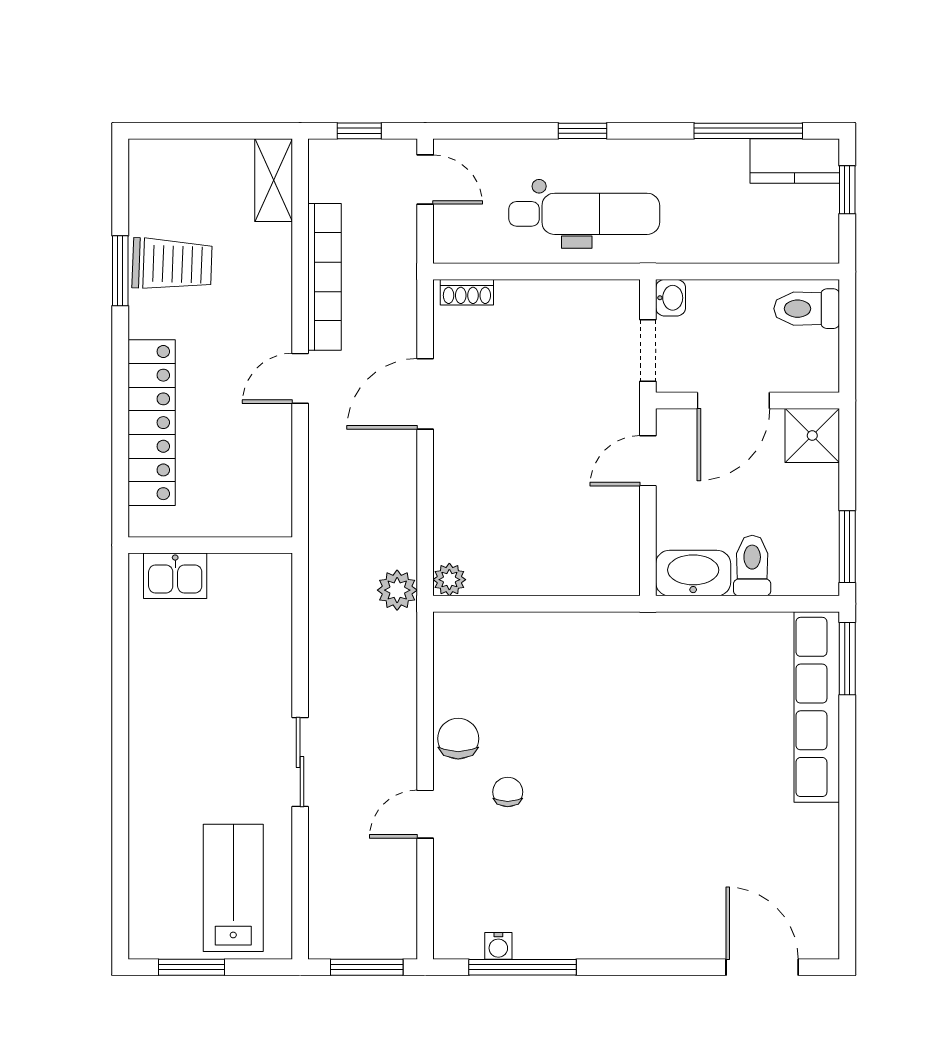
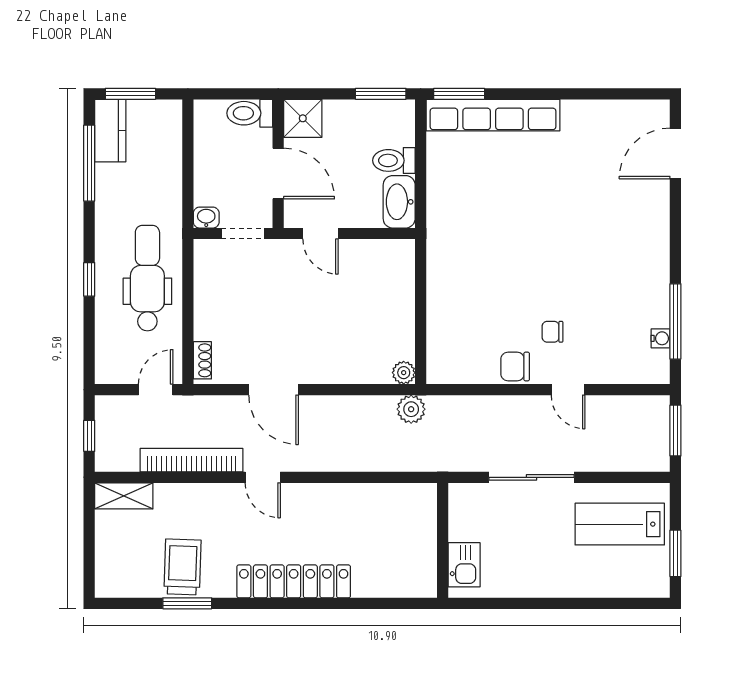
door: (425, 180) -> (156, 390), moved
window: (847, 190) -> (130, 94), width x1.50
toilet: (807, 309) -> (250, 113), moved, turned 90
wall: (210, 545) -> (443, 540), moved
kitchen sink: (175, 576) -> (464, 565), moved
sliding door: (300, 762) -> (532, 477), width x1.37

